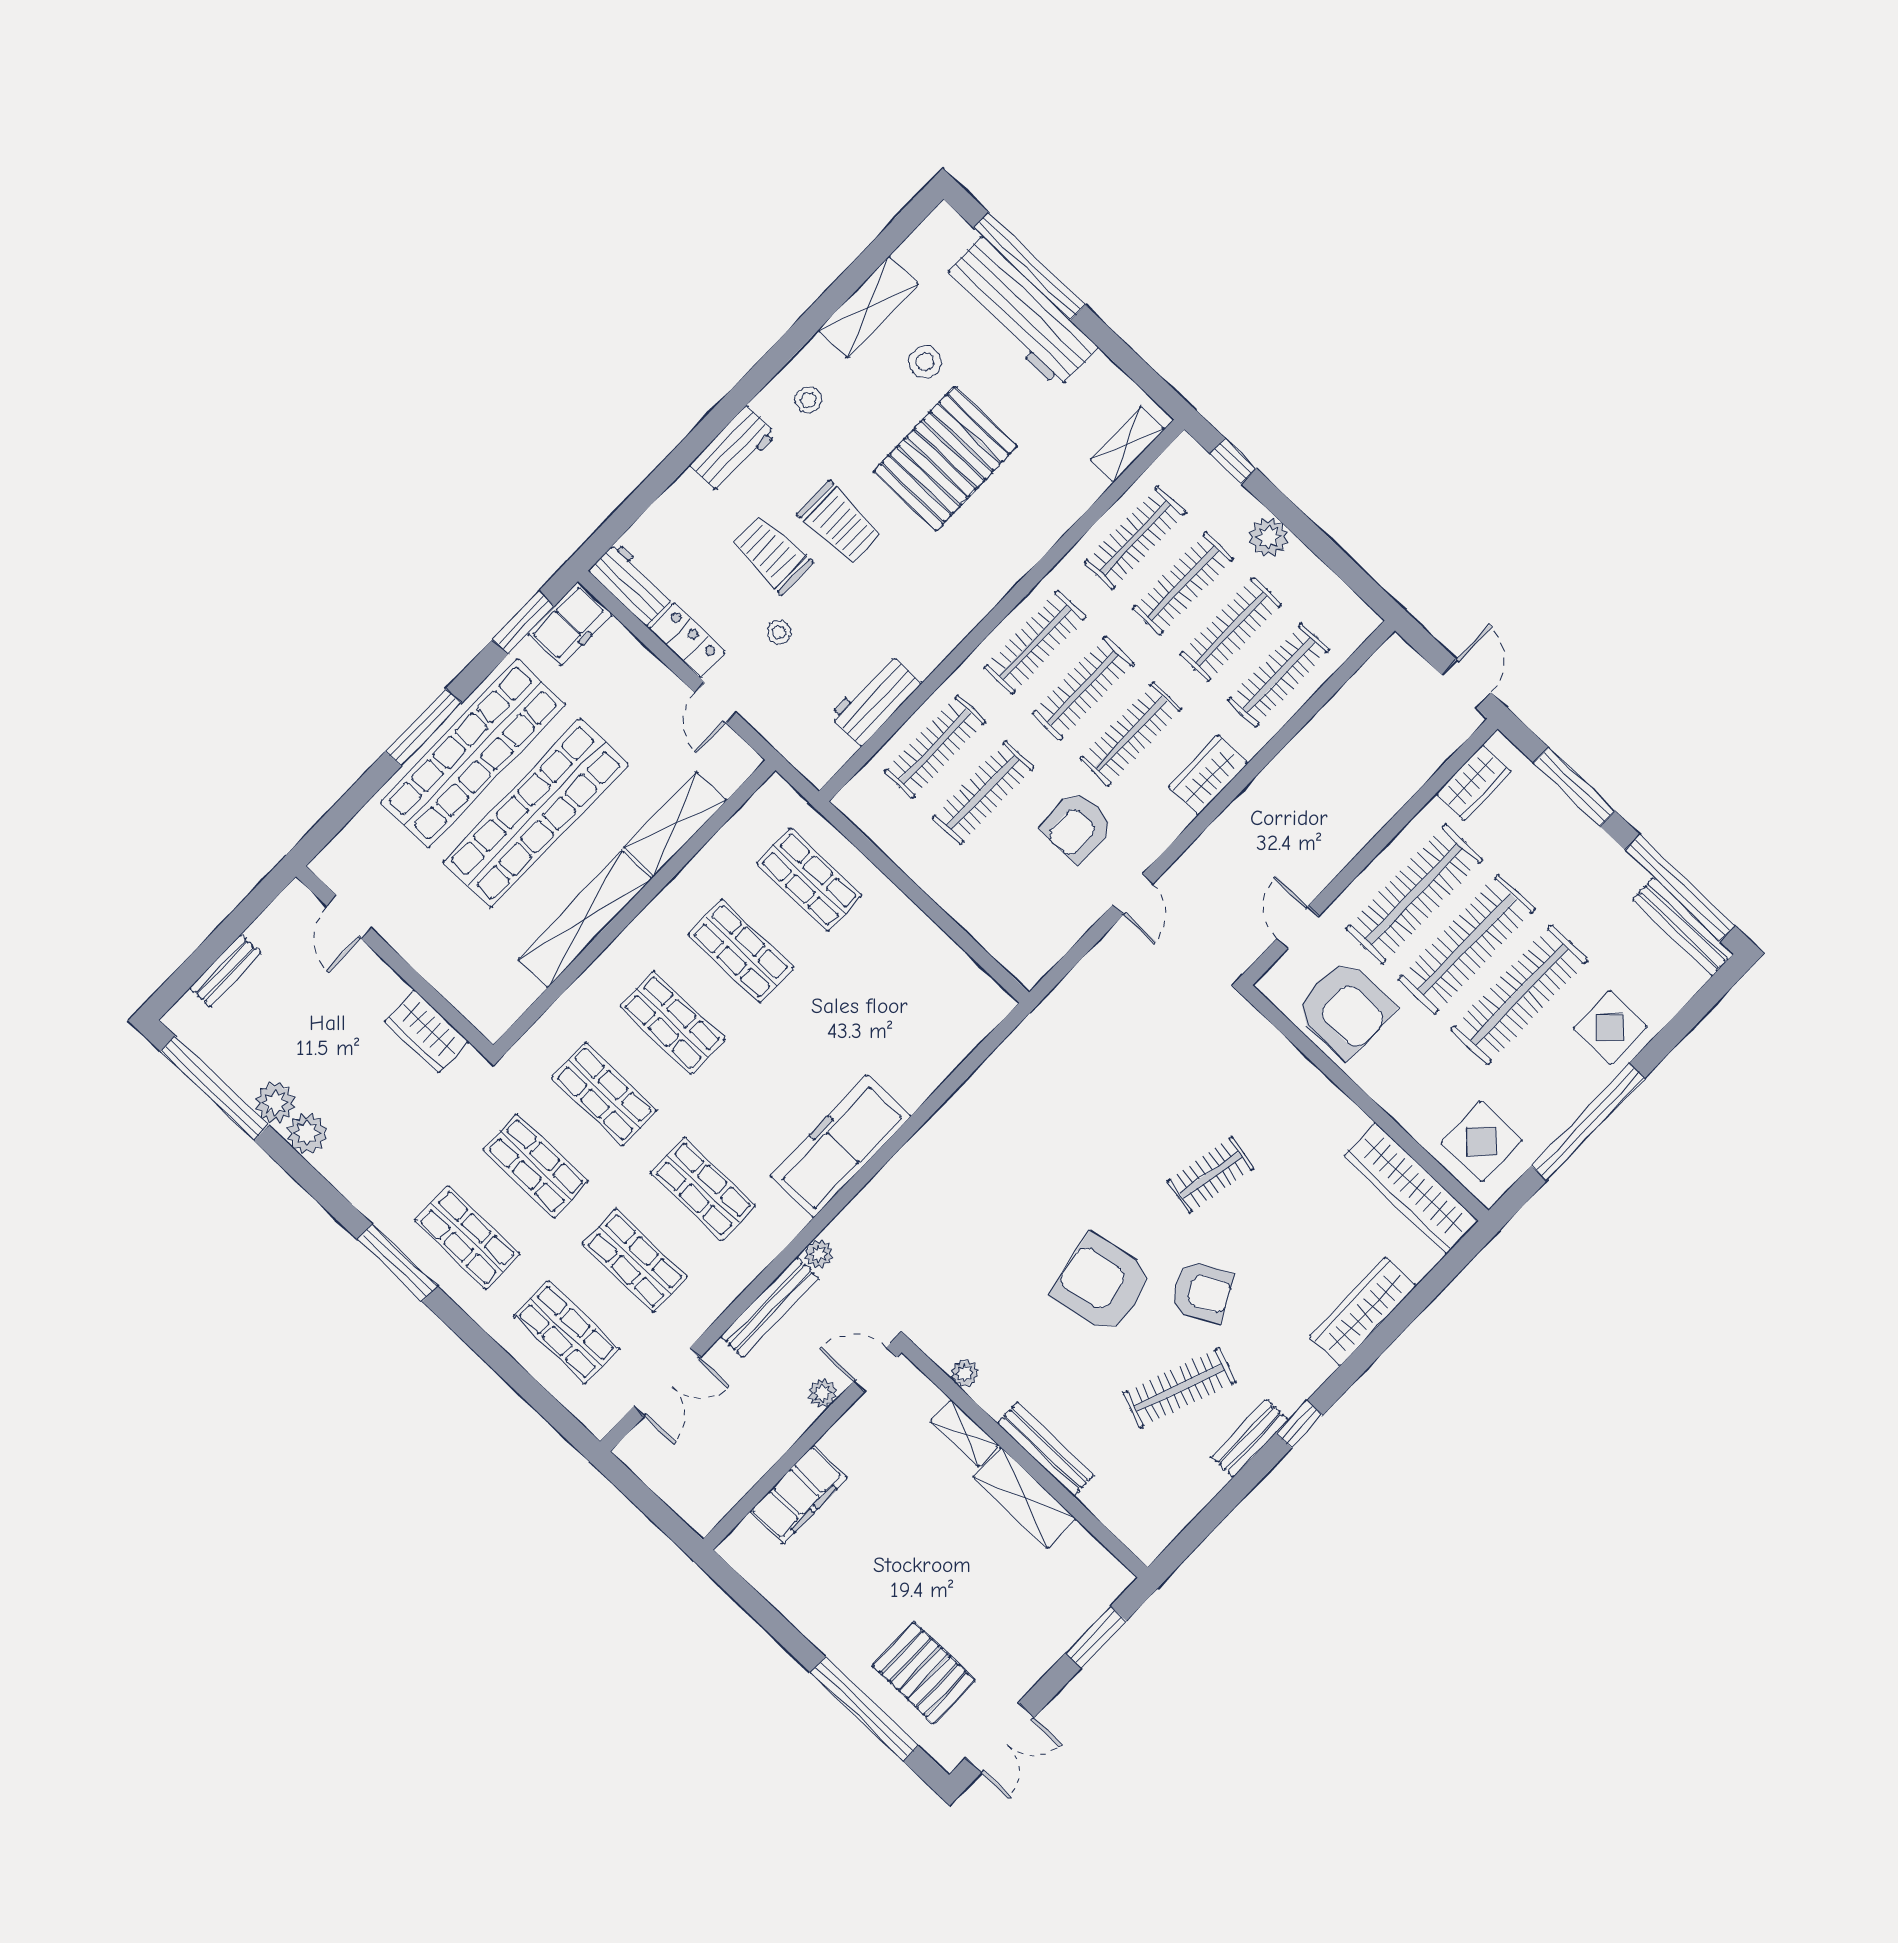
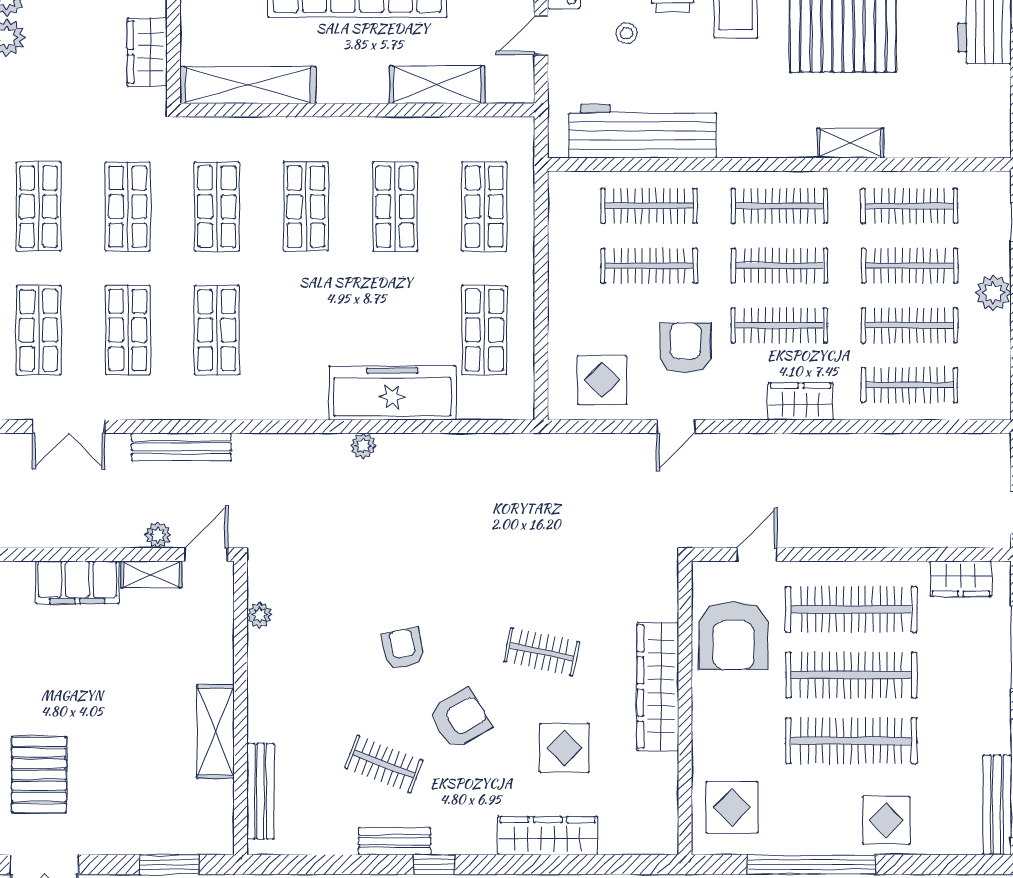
shelving: (1127, 445) -> (850, 143), moved
workbench: (875, 700) -> (643, 131), width x1.88, depth x1.32
armchair: (1077, 826) -> (686, 348), turned 90
display table: (1039, 918) -> (602, 380), added
shelving: (585, 919) -> (248, 85), moved
shop shelf: (908, 974) -> (484, 330), added
freezer: (841, 1146) -> (392, 393), moved
wardrobe: (1411, 1188) -> (658, 686), moved
display table: (1305, 1230) -> (565, 748), added
plant: (819, 1254) -> (363, 446), moved
armchair: (1102, 1284) -> (403, 649), width x0.53, depth x0.53
armchair: (1202, 1292) -> (460, 719), turned -92
door: (875, 1370) -> (206, 554), hinge flipped
clothes rail: (1180, 1388) -> (384, 764), width x0.73
shelving: (965, 1433) -> (151, 574), moved, turned 90
bench: (1045, 1449) -> (260, 791), moved

